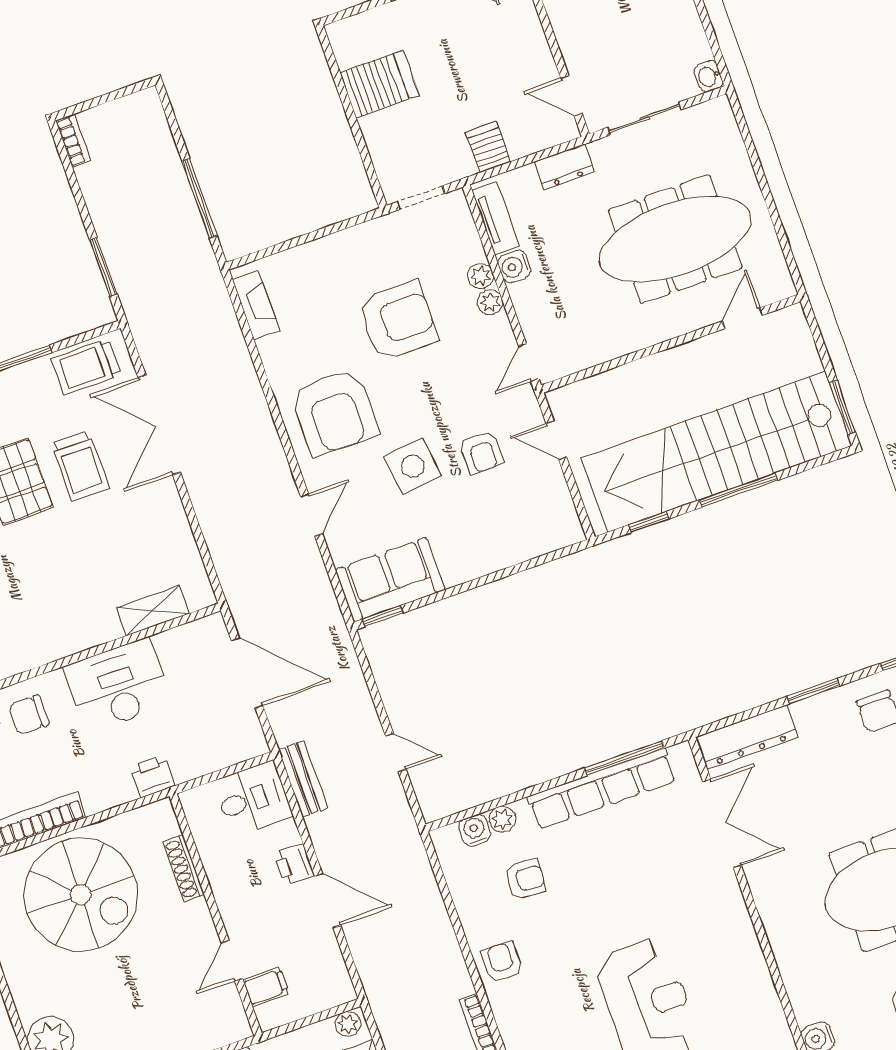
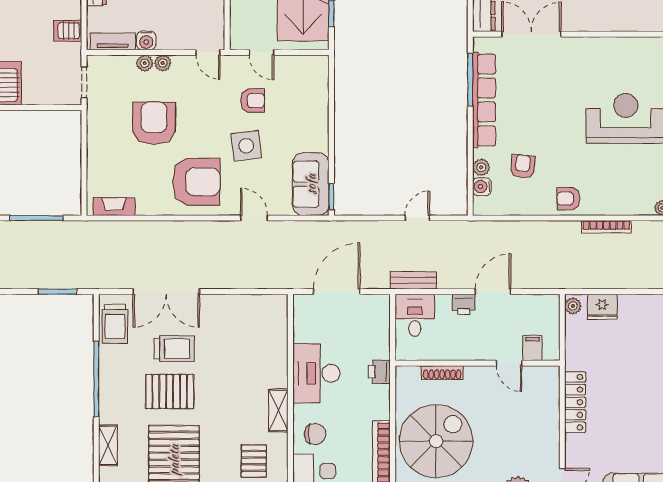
door: (556, 440) -> (262, 52), hinge flipped
shelving: (153, 611) -> (278, 410), moved
chair: (29, 715) -> (315, 434), turned -90

